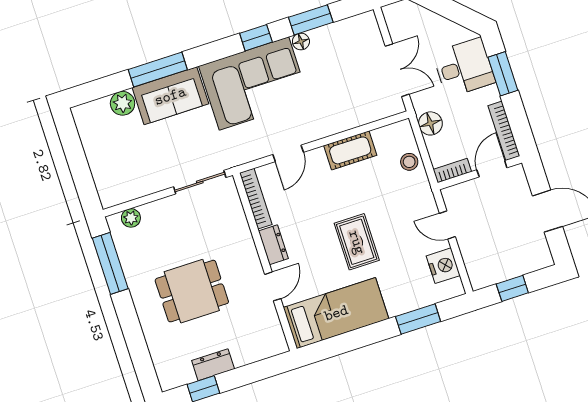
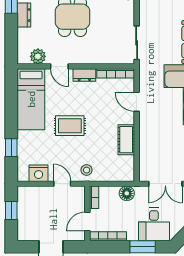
stool: (409, 162) -> (87, 170), moved
door: (492, 169) -> (87, 222), swing flipped
door: (447, 225) -> (62, 184), hinge flipped
window: (418, 319) -> (11, 148), width x0.67
plant: (268, 323) -> (38, 56), added

